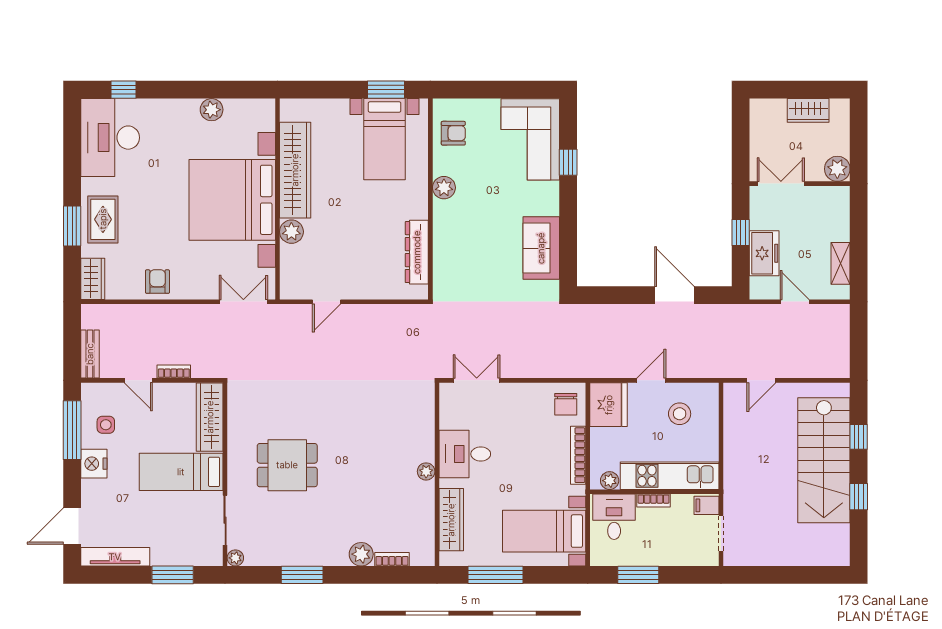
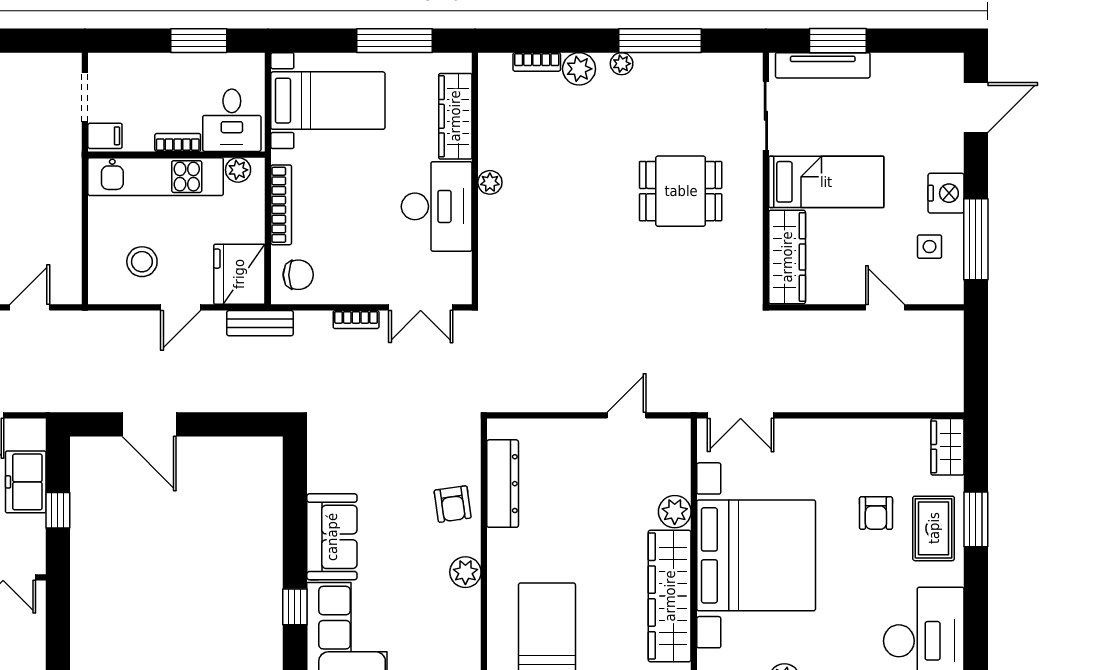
armchair: (453, 133) -> (453, 504), moved, turned -98
sofa: (541, 248) -> (332, 537), moved
armchair: (157, 282) -> (876, 513), moved
bench: (90, 354) -> (260, 323), moved, turned 90
bookcase: (174, 372) -> (356, 320), moved
chair: (566, 404) -> (298, 275), turned 90
desk: (465, 454) -> (437, 206), width x1.37
tv unit: (115, 557) -> (823, 65), moved
plant: (235, 558) -> (622, 64), moved
window: (302, 575) -> (660, 41), width x1.44

